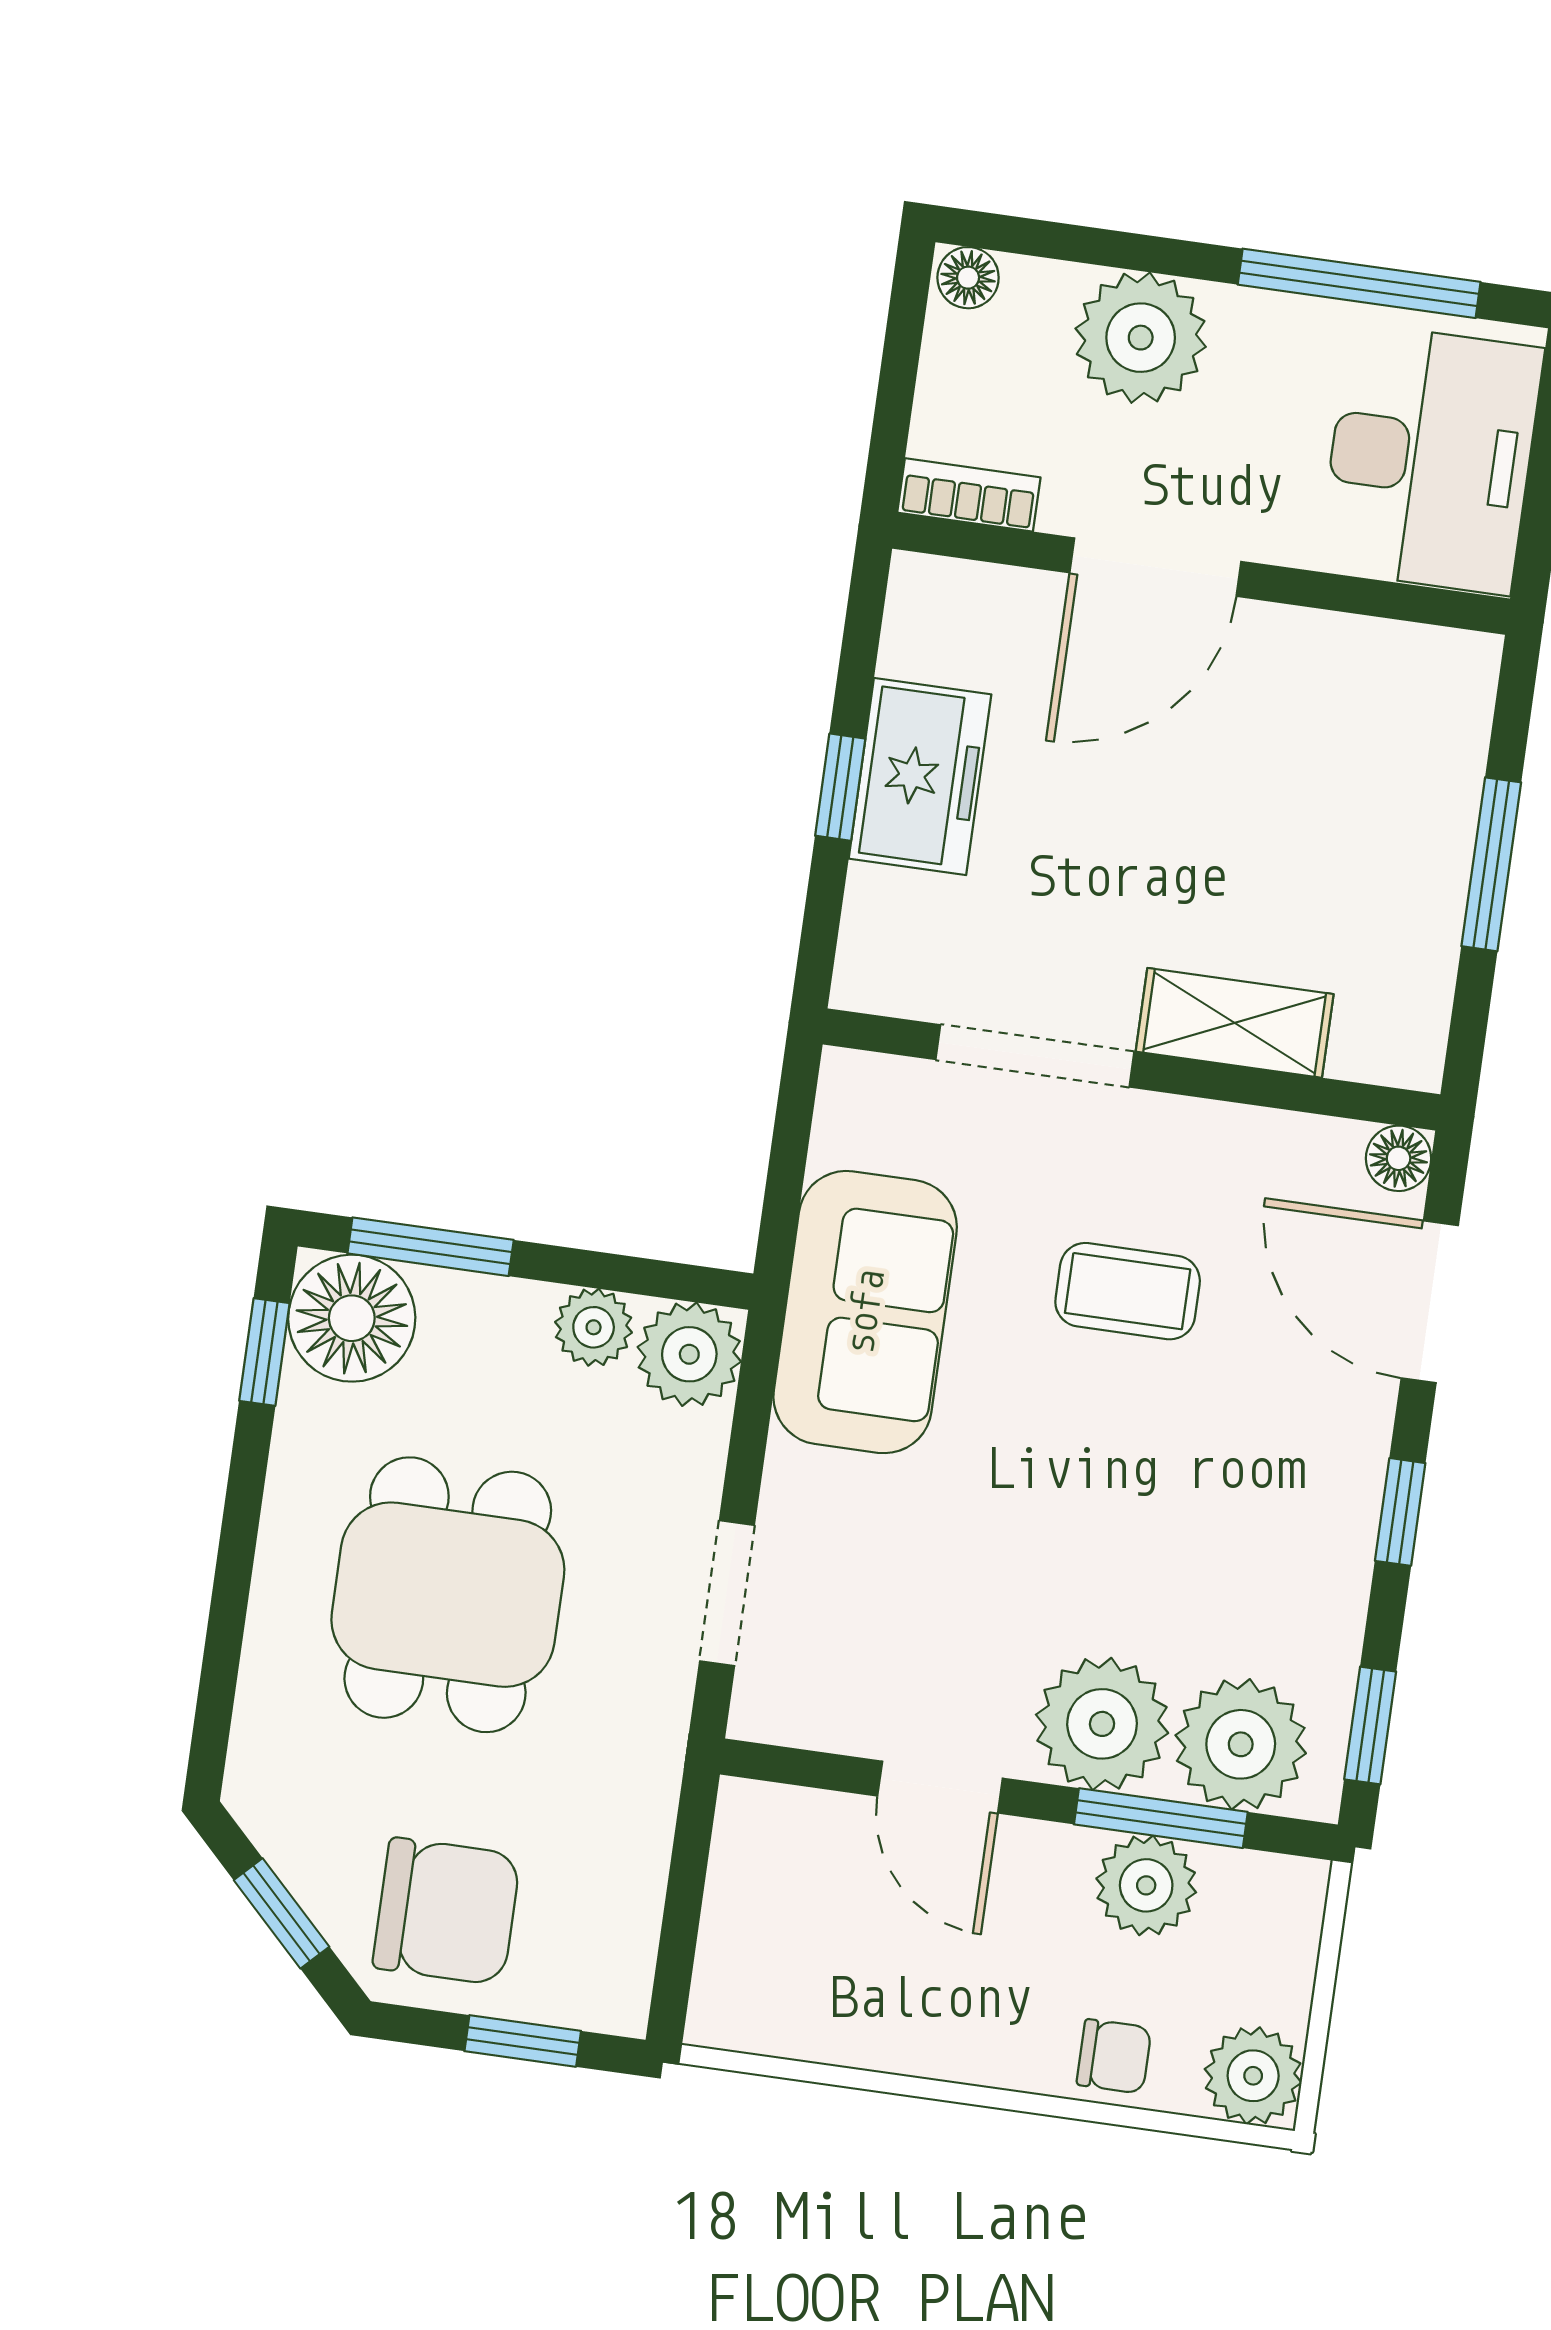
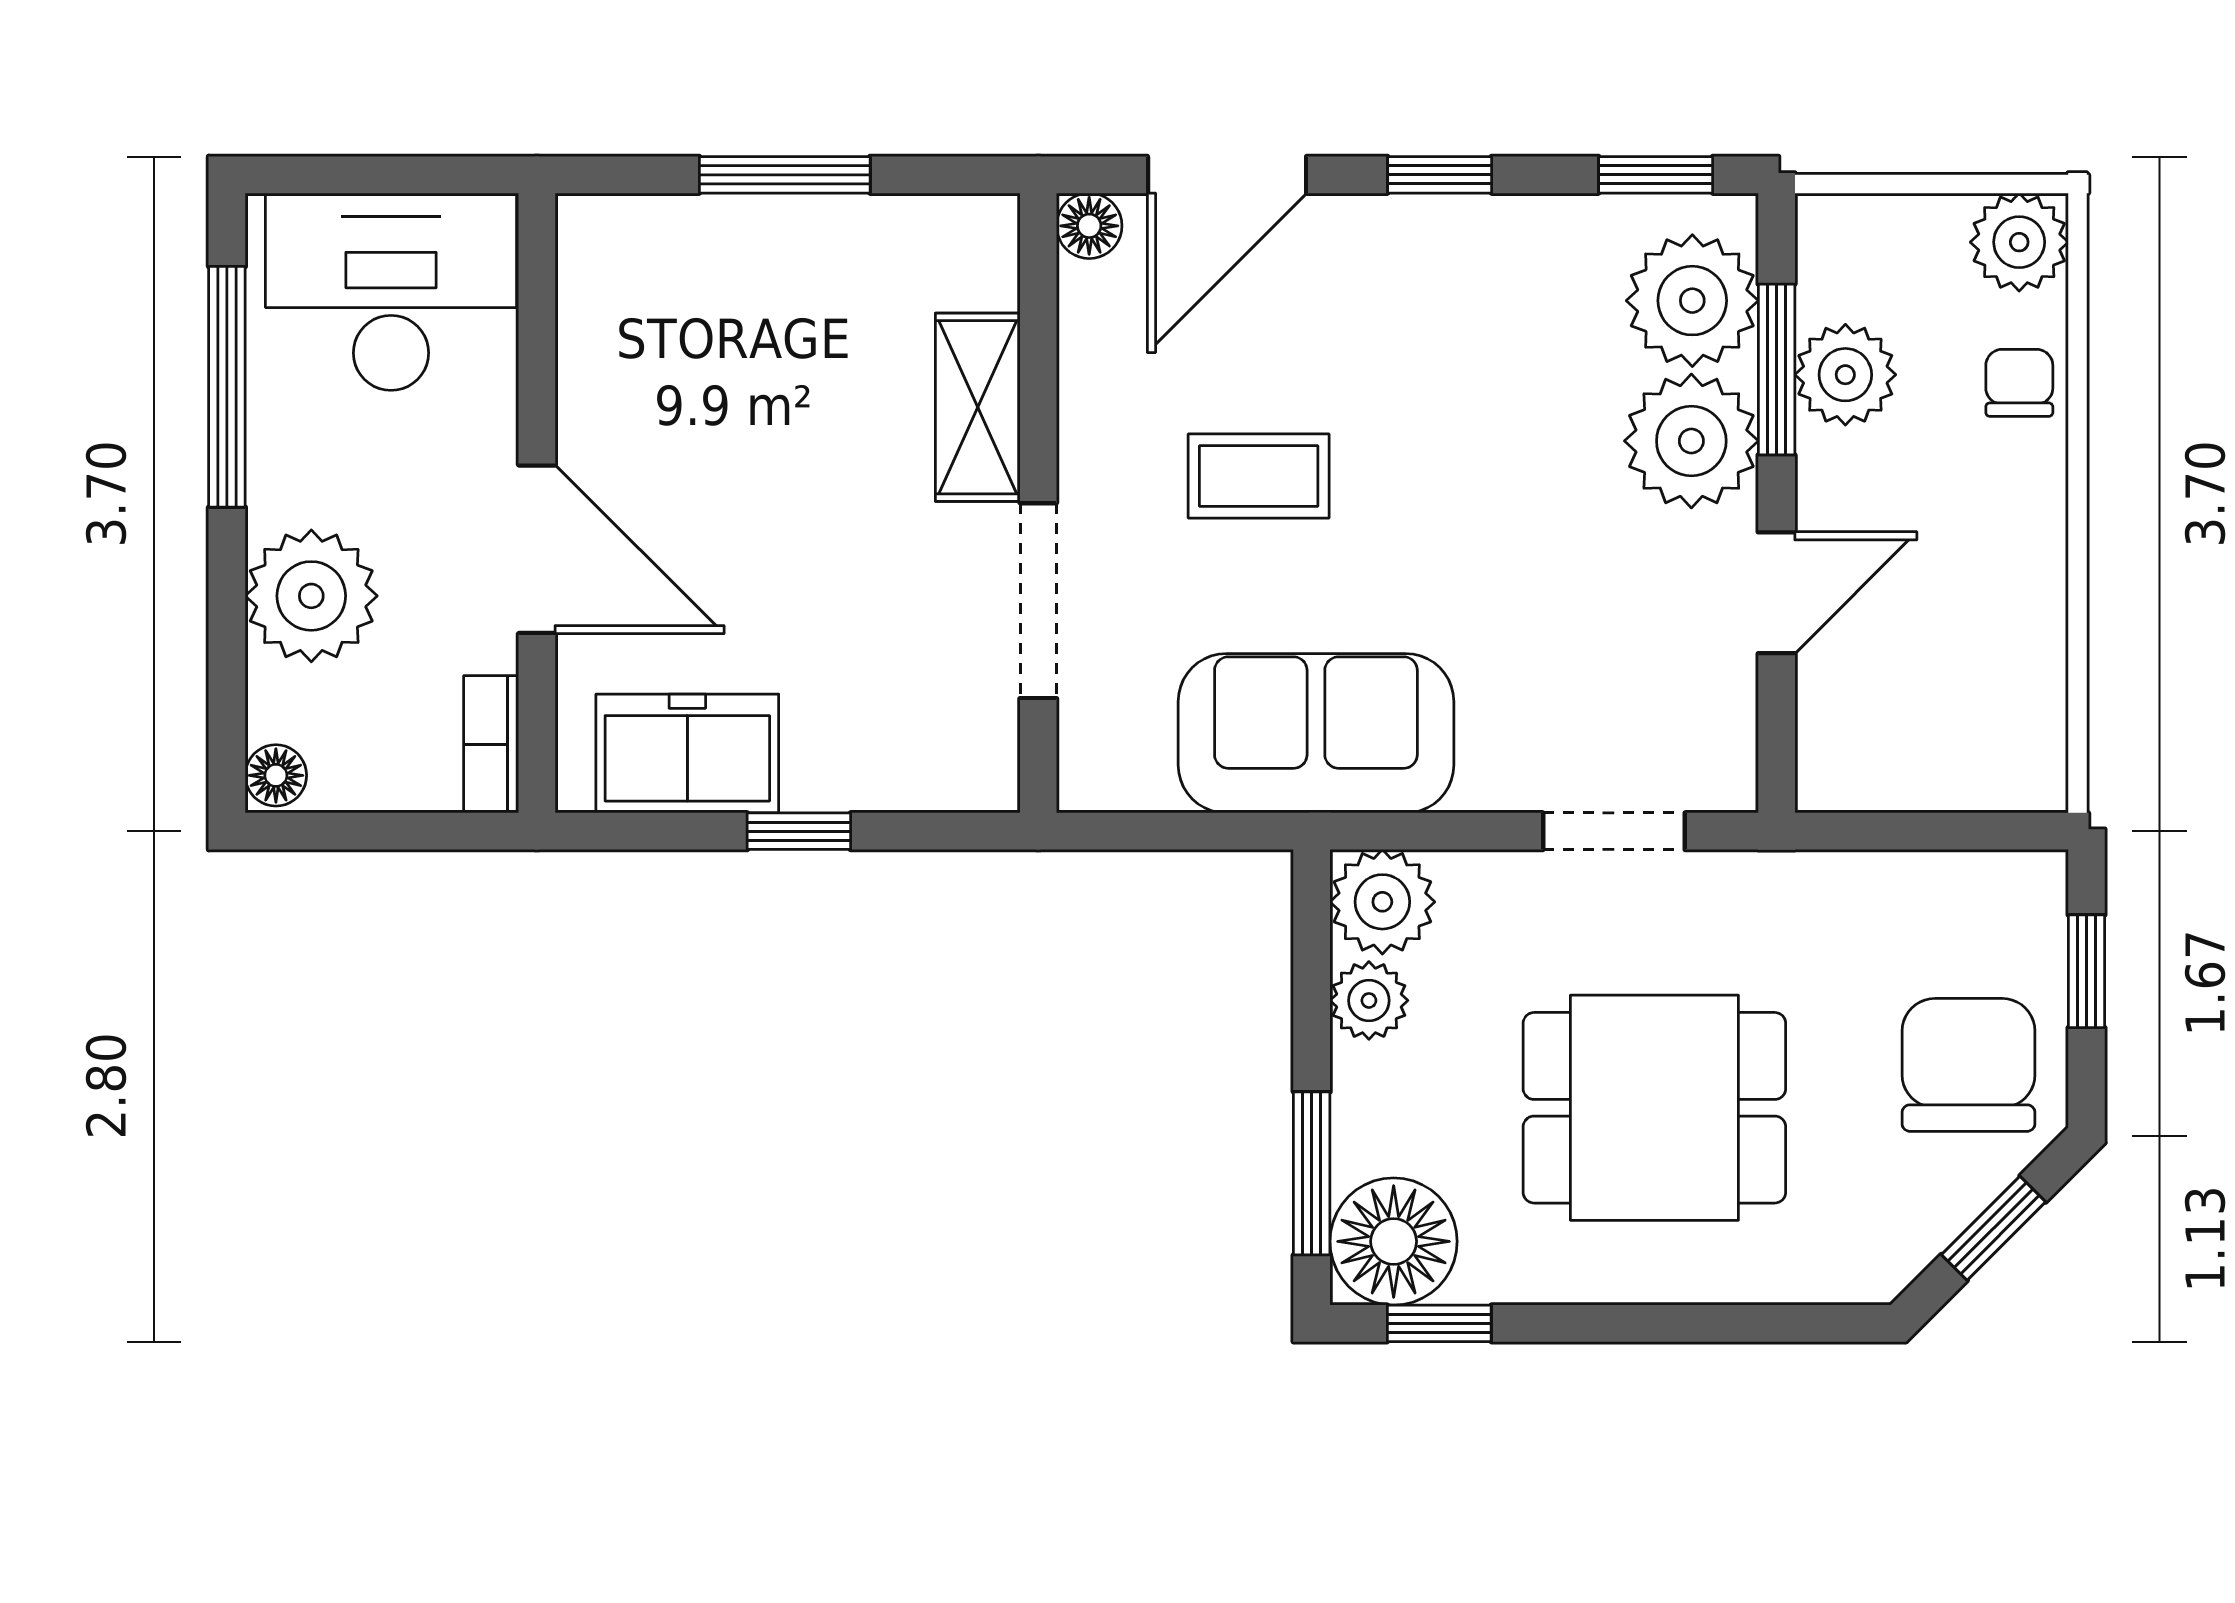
freezer: (920, 777) -> (687, 754), moved
coffee table: (1128, 1291) -> (1259, 476), turned 90

